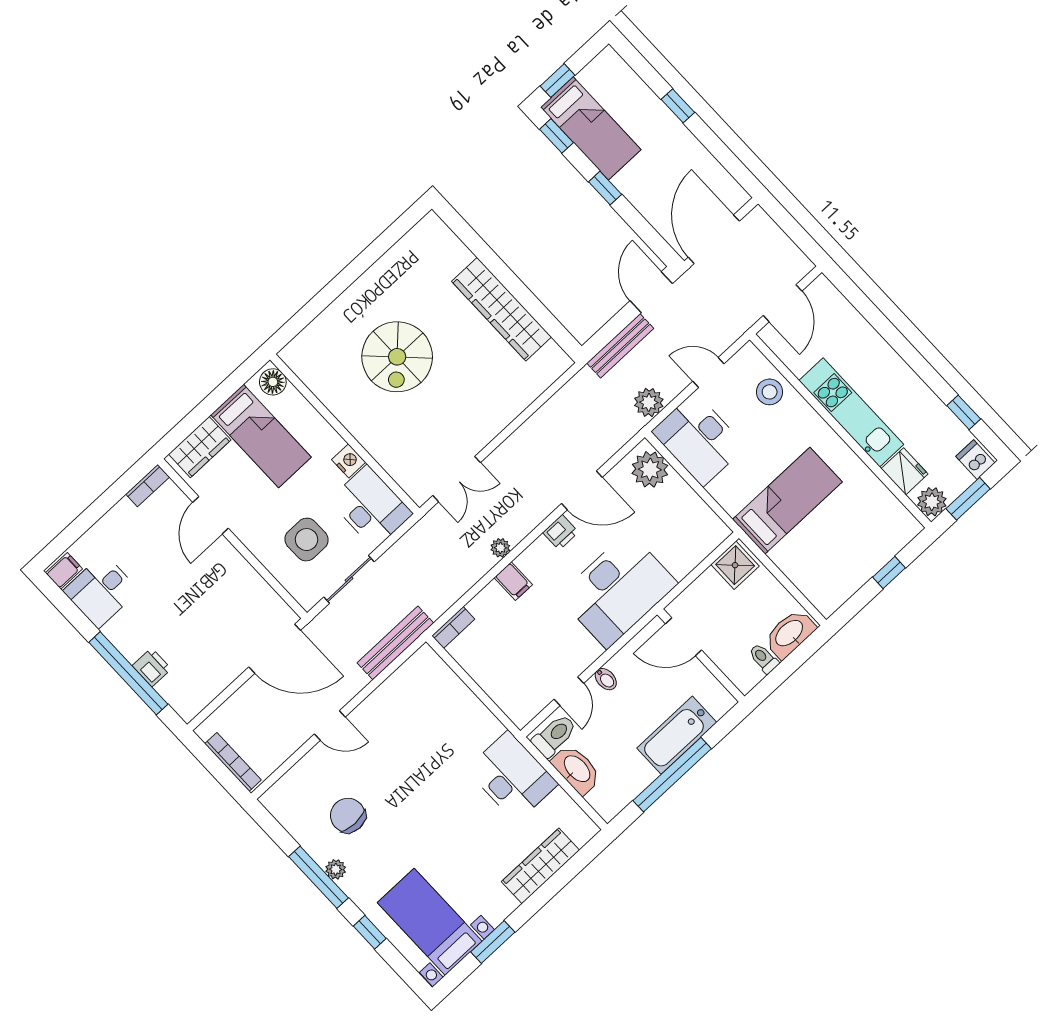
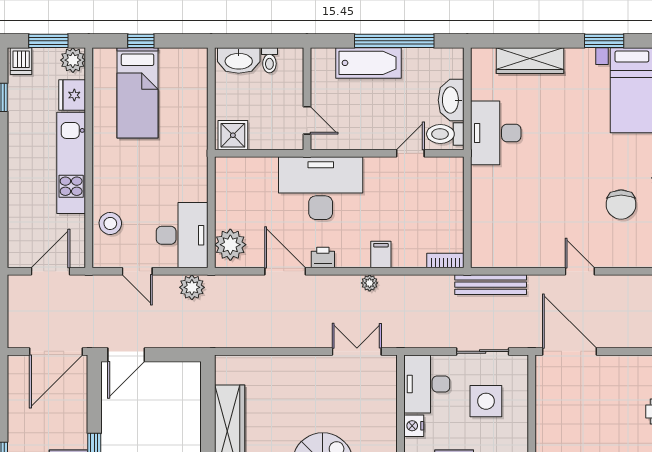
bench: (620, 346) -> (177, 339), removed
bed: (787, 501) -> (138, 93), moved, turned -90
door: (684, 637) -> (307, 120), width x0.73
bidet: (606, 679) -> (380, 139), removed

